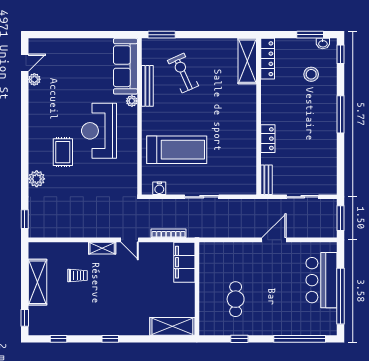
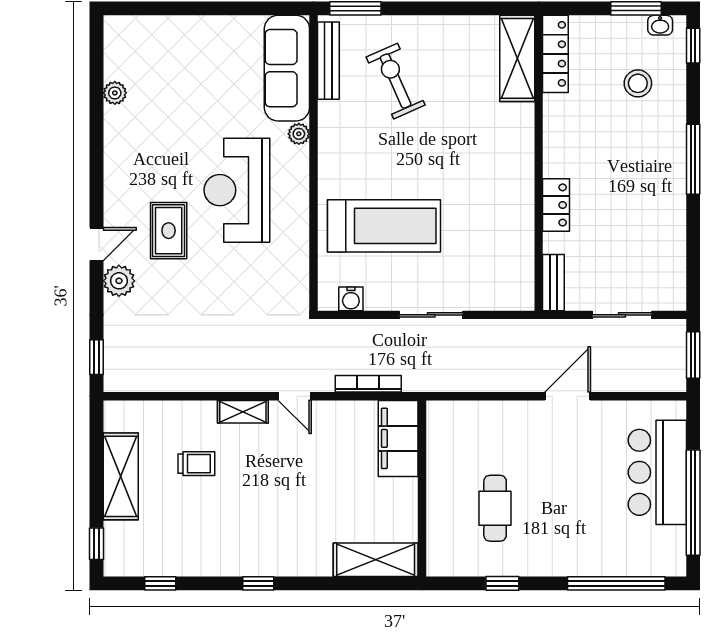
door: (25, 63) -> (97, 244), moved
bench: (147, 86) -> (328, 61), moved

